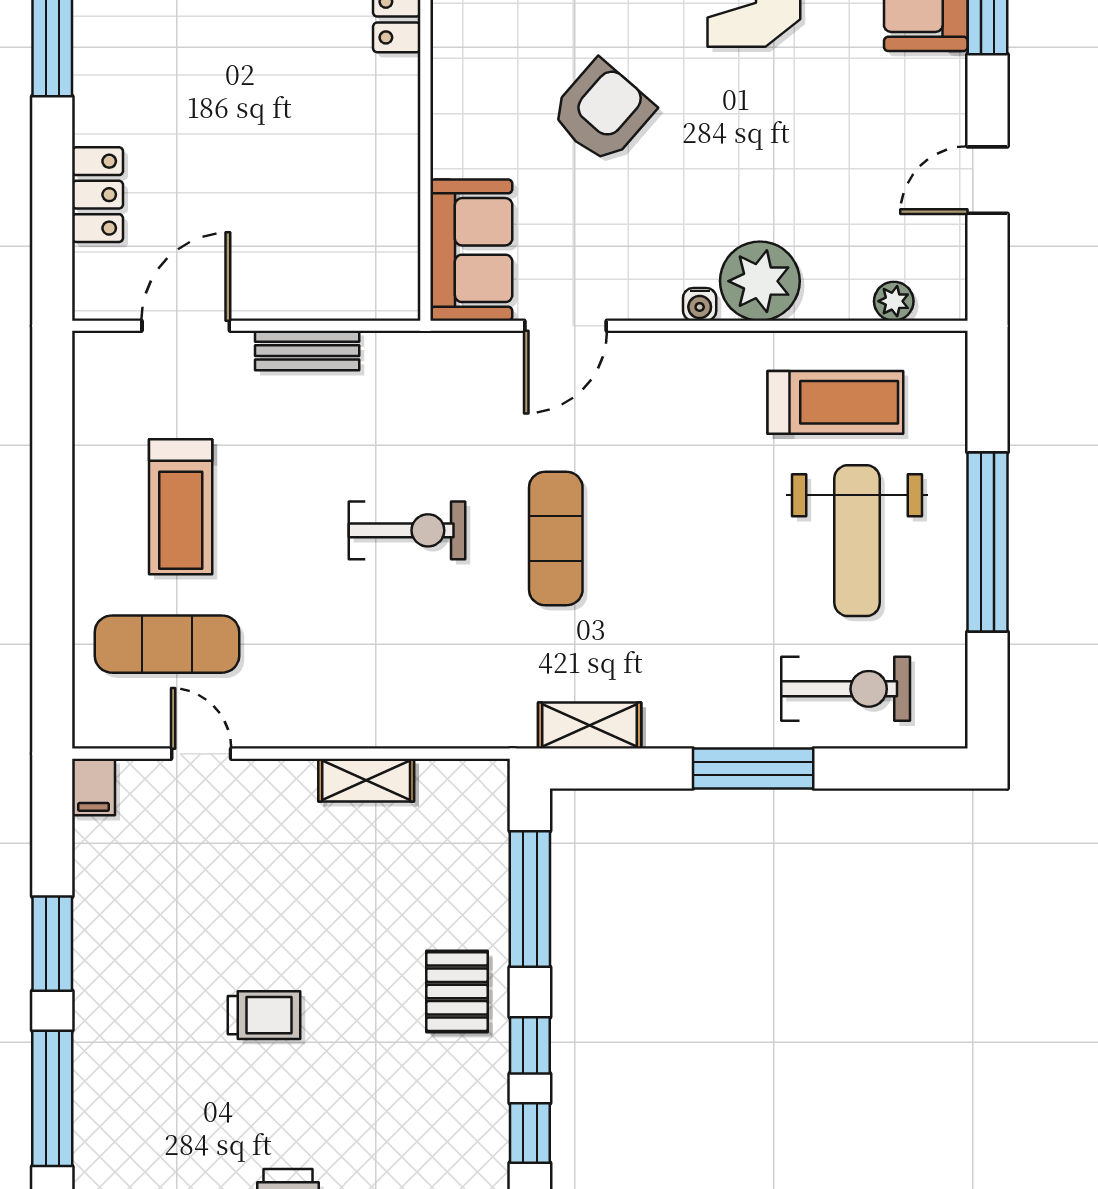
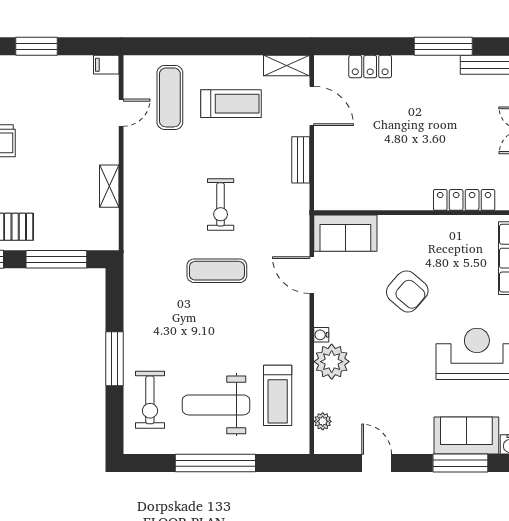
treadmill: (181, 507) -> (231, 104), turned 180
shelving: (590, 725) -> (287, 66), moved, turned 90

